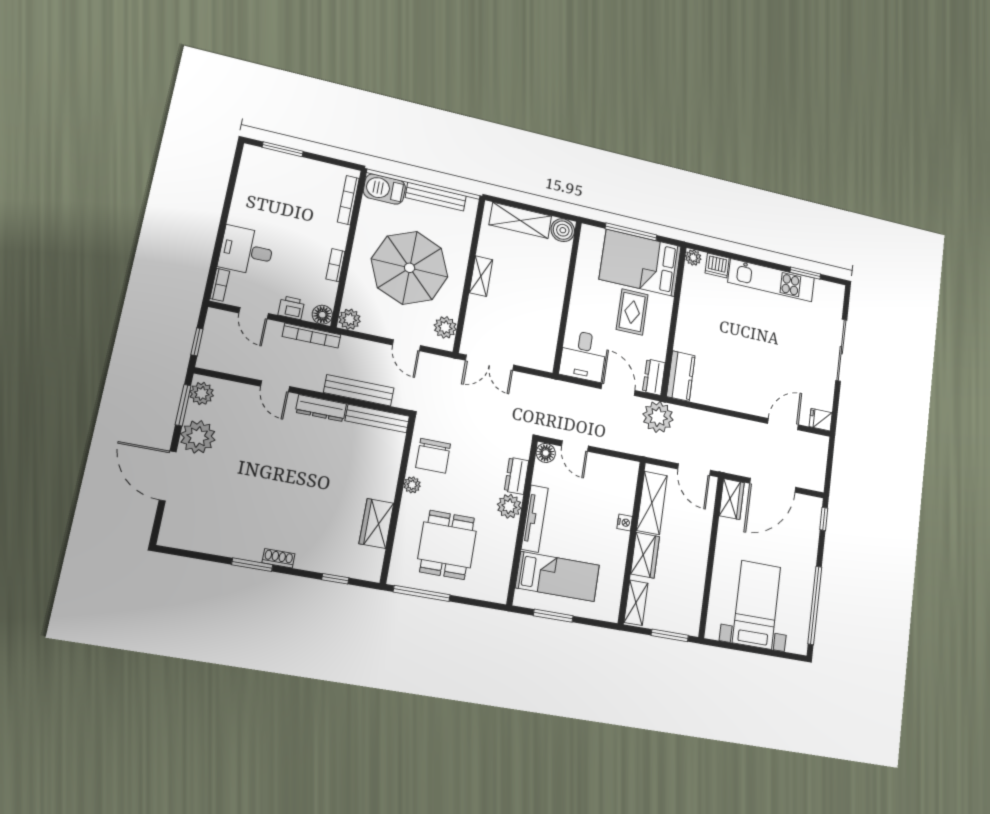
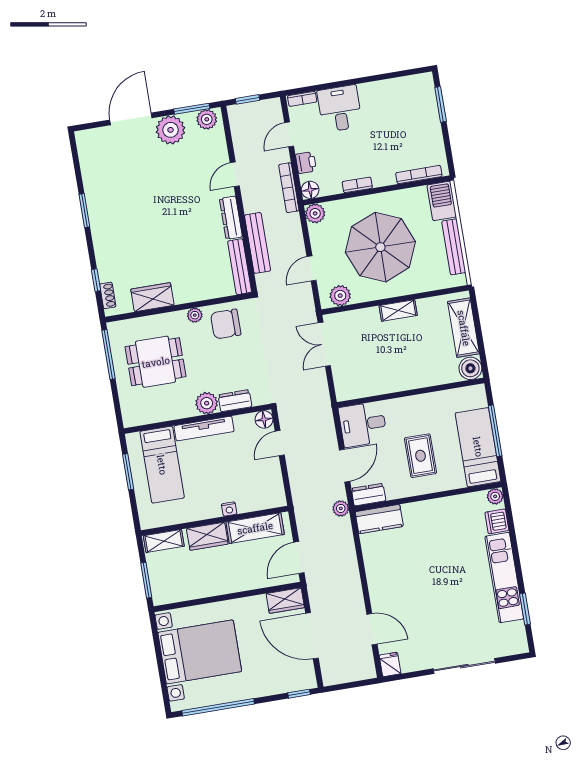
bed: (640, 263) -> (478, 447), width x0.67
rug: (632, 312) -> (420, 456), turned 90
plant: (658, 417) -> (341, 508), width x0.53, depth x0.53
shoe rack: (278, 558) -> (108, 295), moved
bed with nightstands: (757, 605) -> (200, 652), width x1.36

